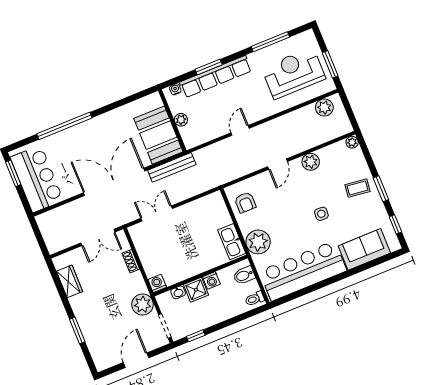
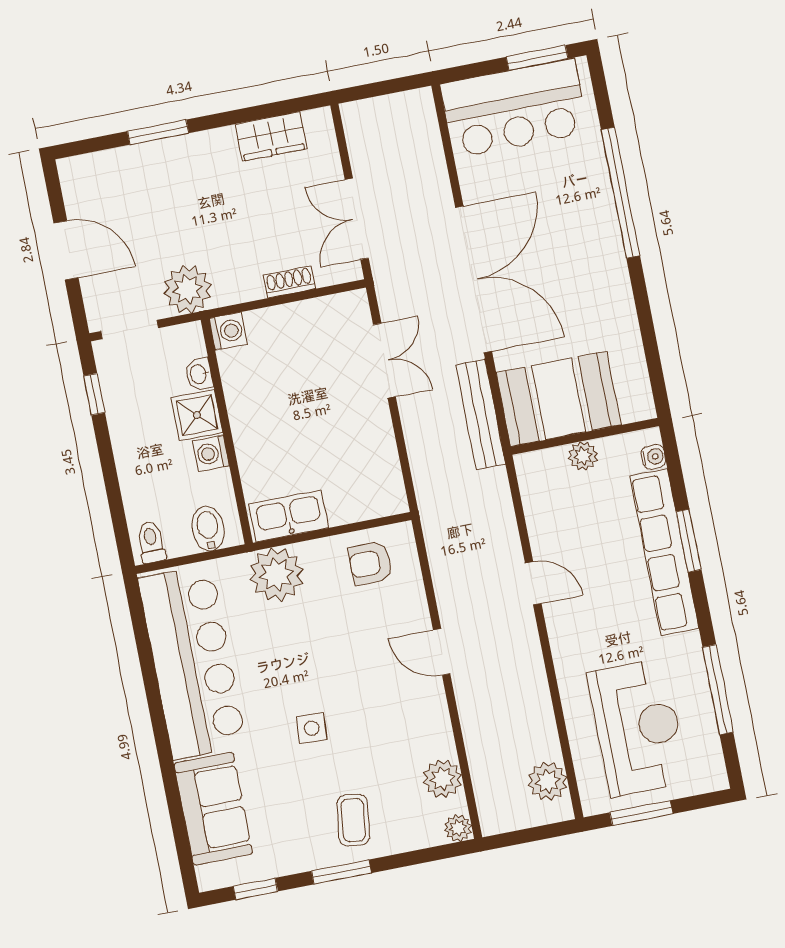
plant: (311, 162) -> (442, 779), moved

